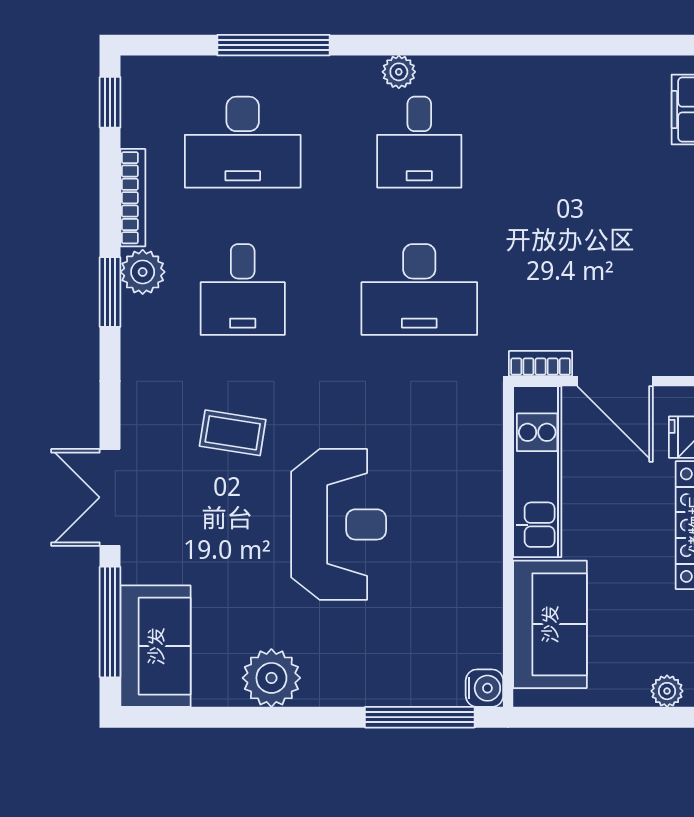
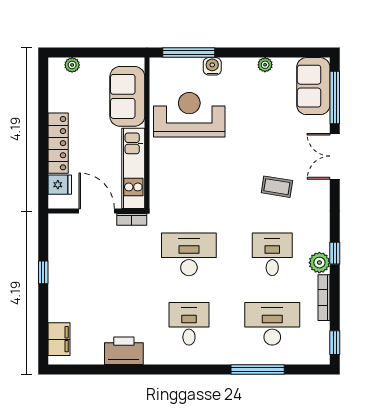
plant: (399, 72) -> (199, 357), removed
printer: (557, 85) -> (124, 351), added
window: (110, 292) -> (335, 253), width x0.67
double door: (110, 497) -> (335, 156), swing flipped
reception desk: (339, 524) -> (189, 115), moved, turned 90
plant: (271, 678) -> (265, 65), width x0.53, depth x0.53
water cooler: (484, 688) -> (212, 66), moved, turned 90

